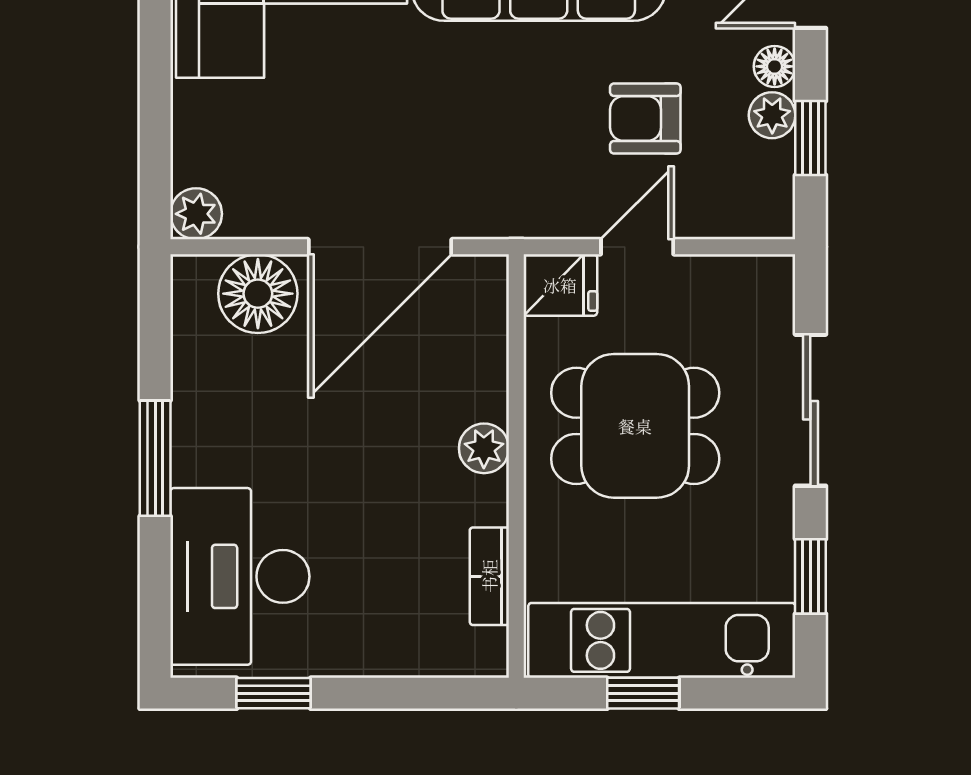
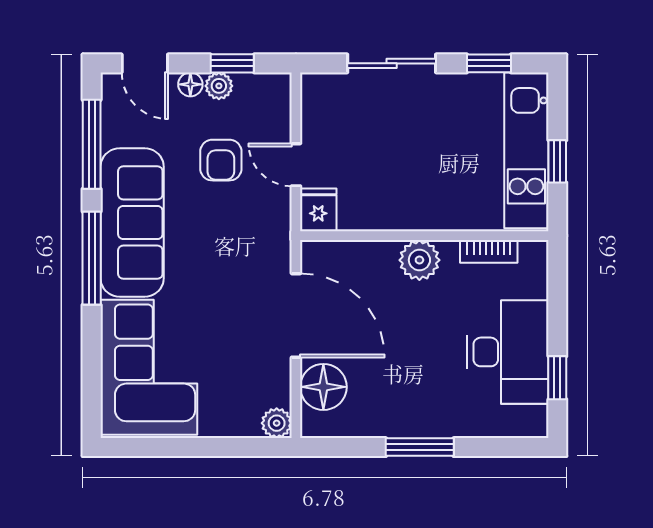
dining table: (635, 426) -> (401, 166), removed
plant: (484, 448) -> (419, 260), width x1.38, depth x1.38
desk: (240, 576) -> (508, 352), moved, turned -90

